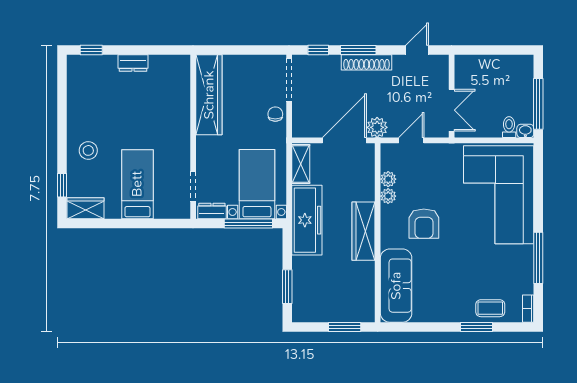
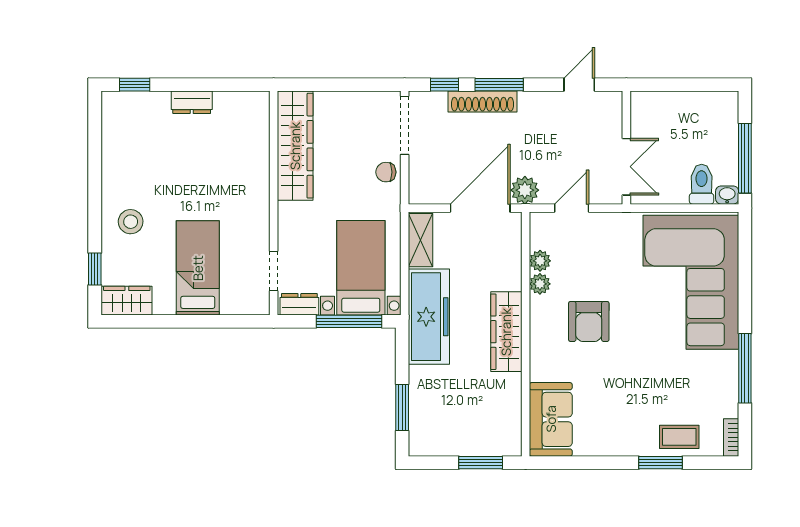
shoe rack: (367, 62) -> (482, 101), moved
chair: (275, 114) -> (386, 172), turned -90
toilet: (509, 127) -> (702, 184), width x1.37, depth x1.39
sofa: (396, 286) -> (551, 419), width x0.73

